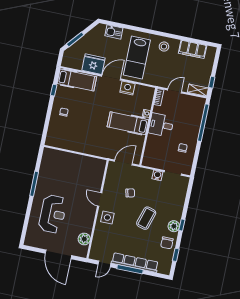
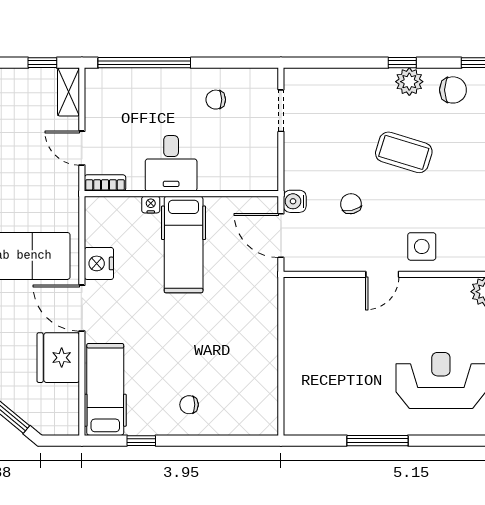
water cooler: (157, 175) -> (295, 201), moved

